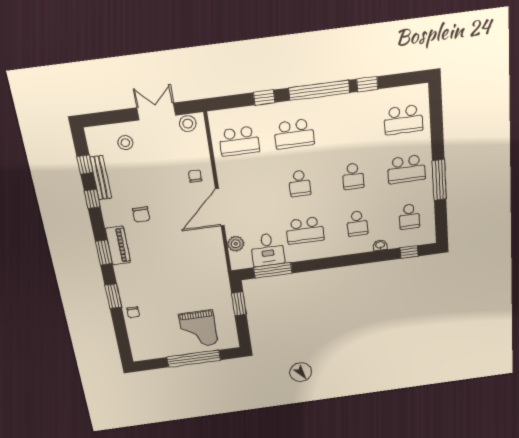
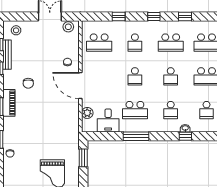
window: (319, 90) -> (154, 17), width x0.32
school desk: (349, 127) -> (171, 43), added
school desk: (294, 134) -> (135, 43), width x0.54
stool: (125, 143) -> (16, 30), moved
door: (220, 207) -> (80, 86), hinge flipped
window: (409, 252) -> (185, 136), moved
window: (273, 270) -> (136, 136), moved

